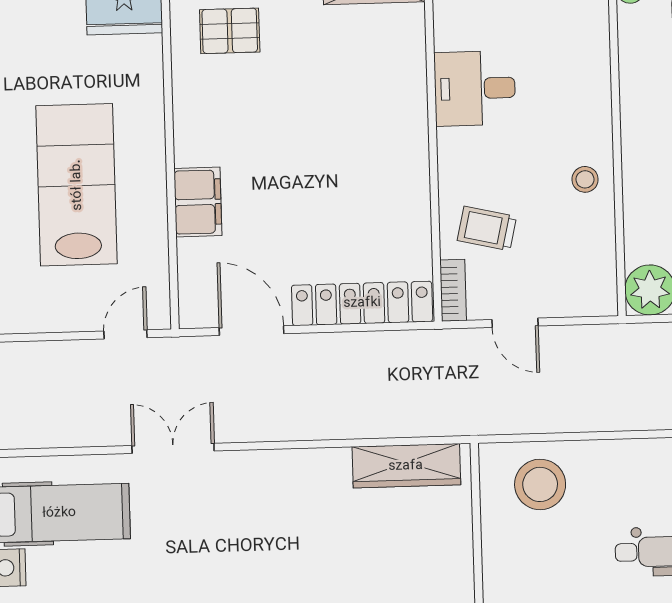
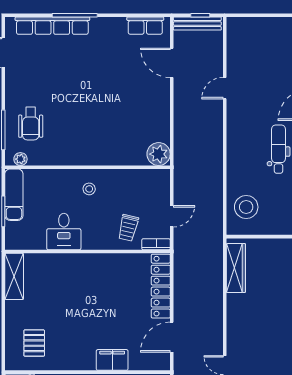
stool: (585, 179) -> (89, 189), moved

